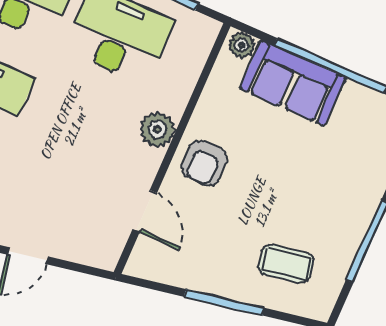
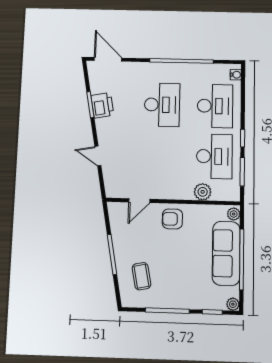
sofa: (293, 83) -> (226, 253), width x1.36
plant: (157, 129) -> (203, 192), moved

